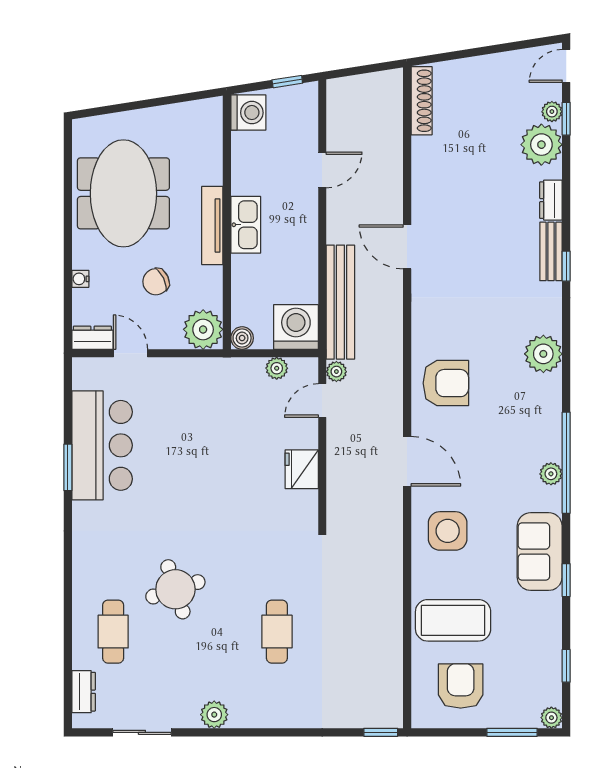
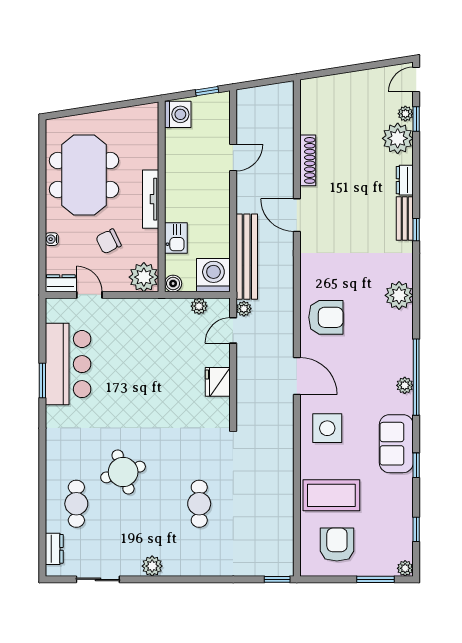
shoe rack: (422, 101) -> (308, 160), moved
kitchen sink: (246, 225) -> (176, 238), moved, width x0.73

